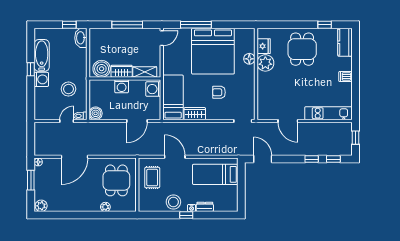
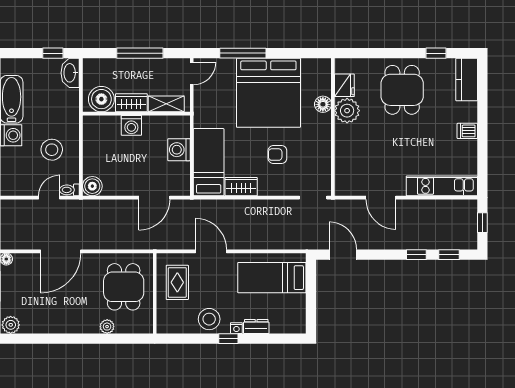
boiler: (102, 69) -> (101, 99), moved
wardrobe: (122, 71) -> (131, 103), moved
shelving: (145, 72) -> (166, 104), moved
wall: (125, 78) -> (136, 114), moved
washing machine: (122, 86) -> (131, 125), moved

